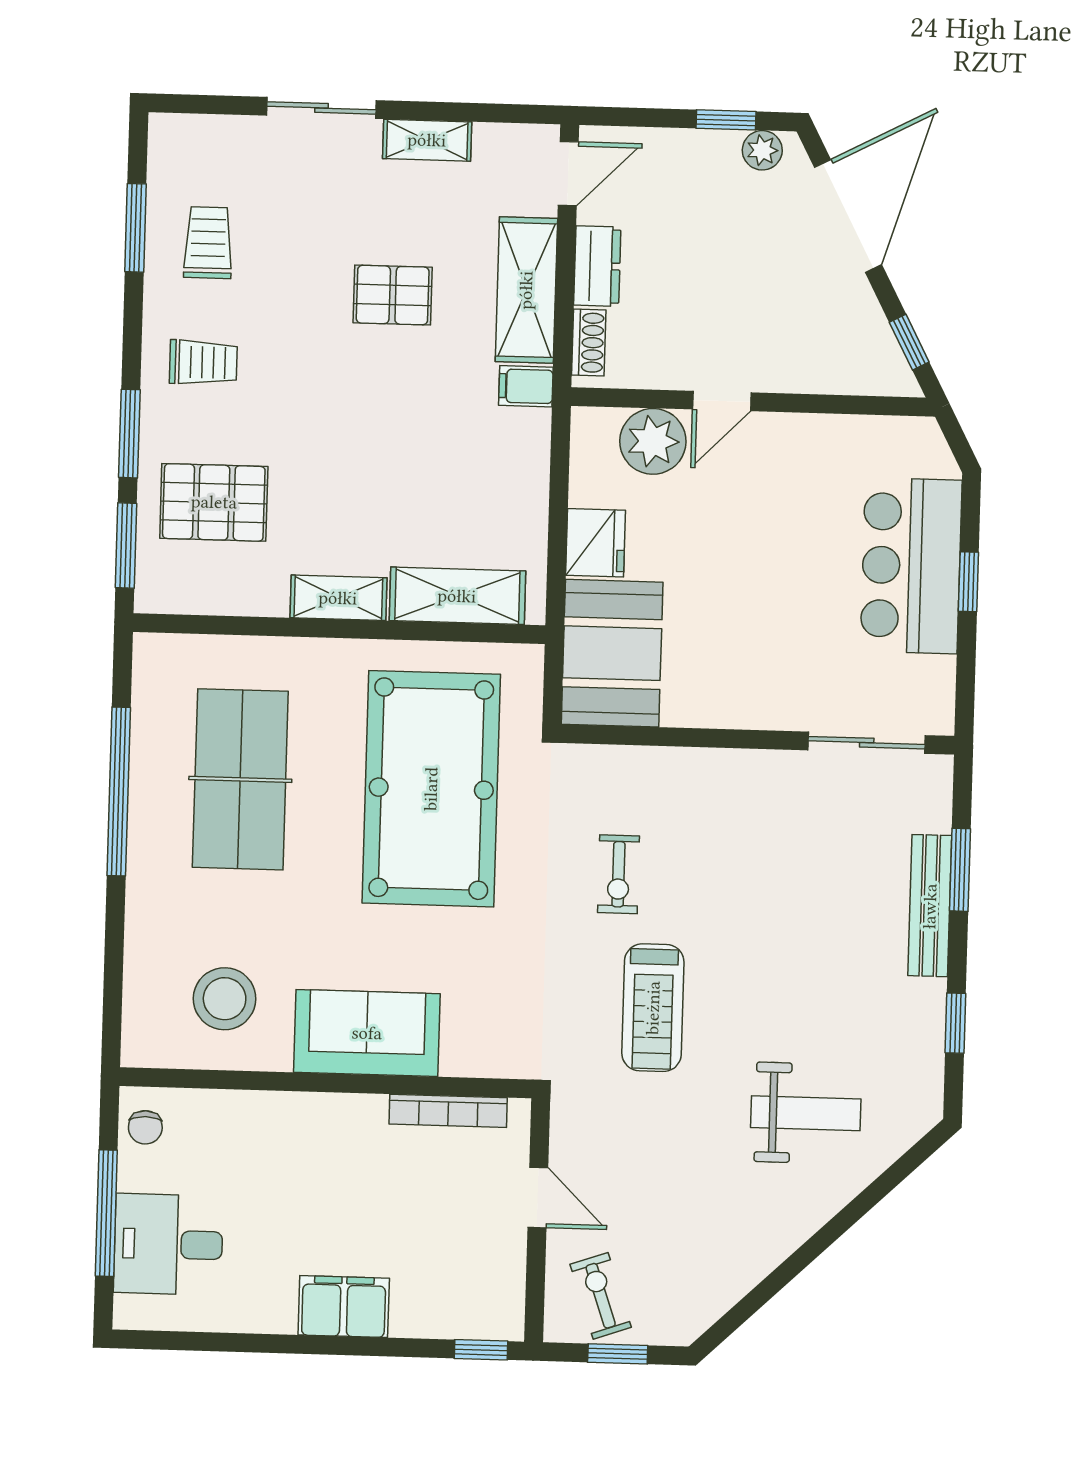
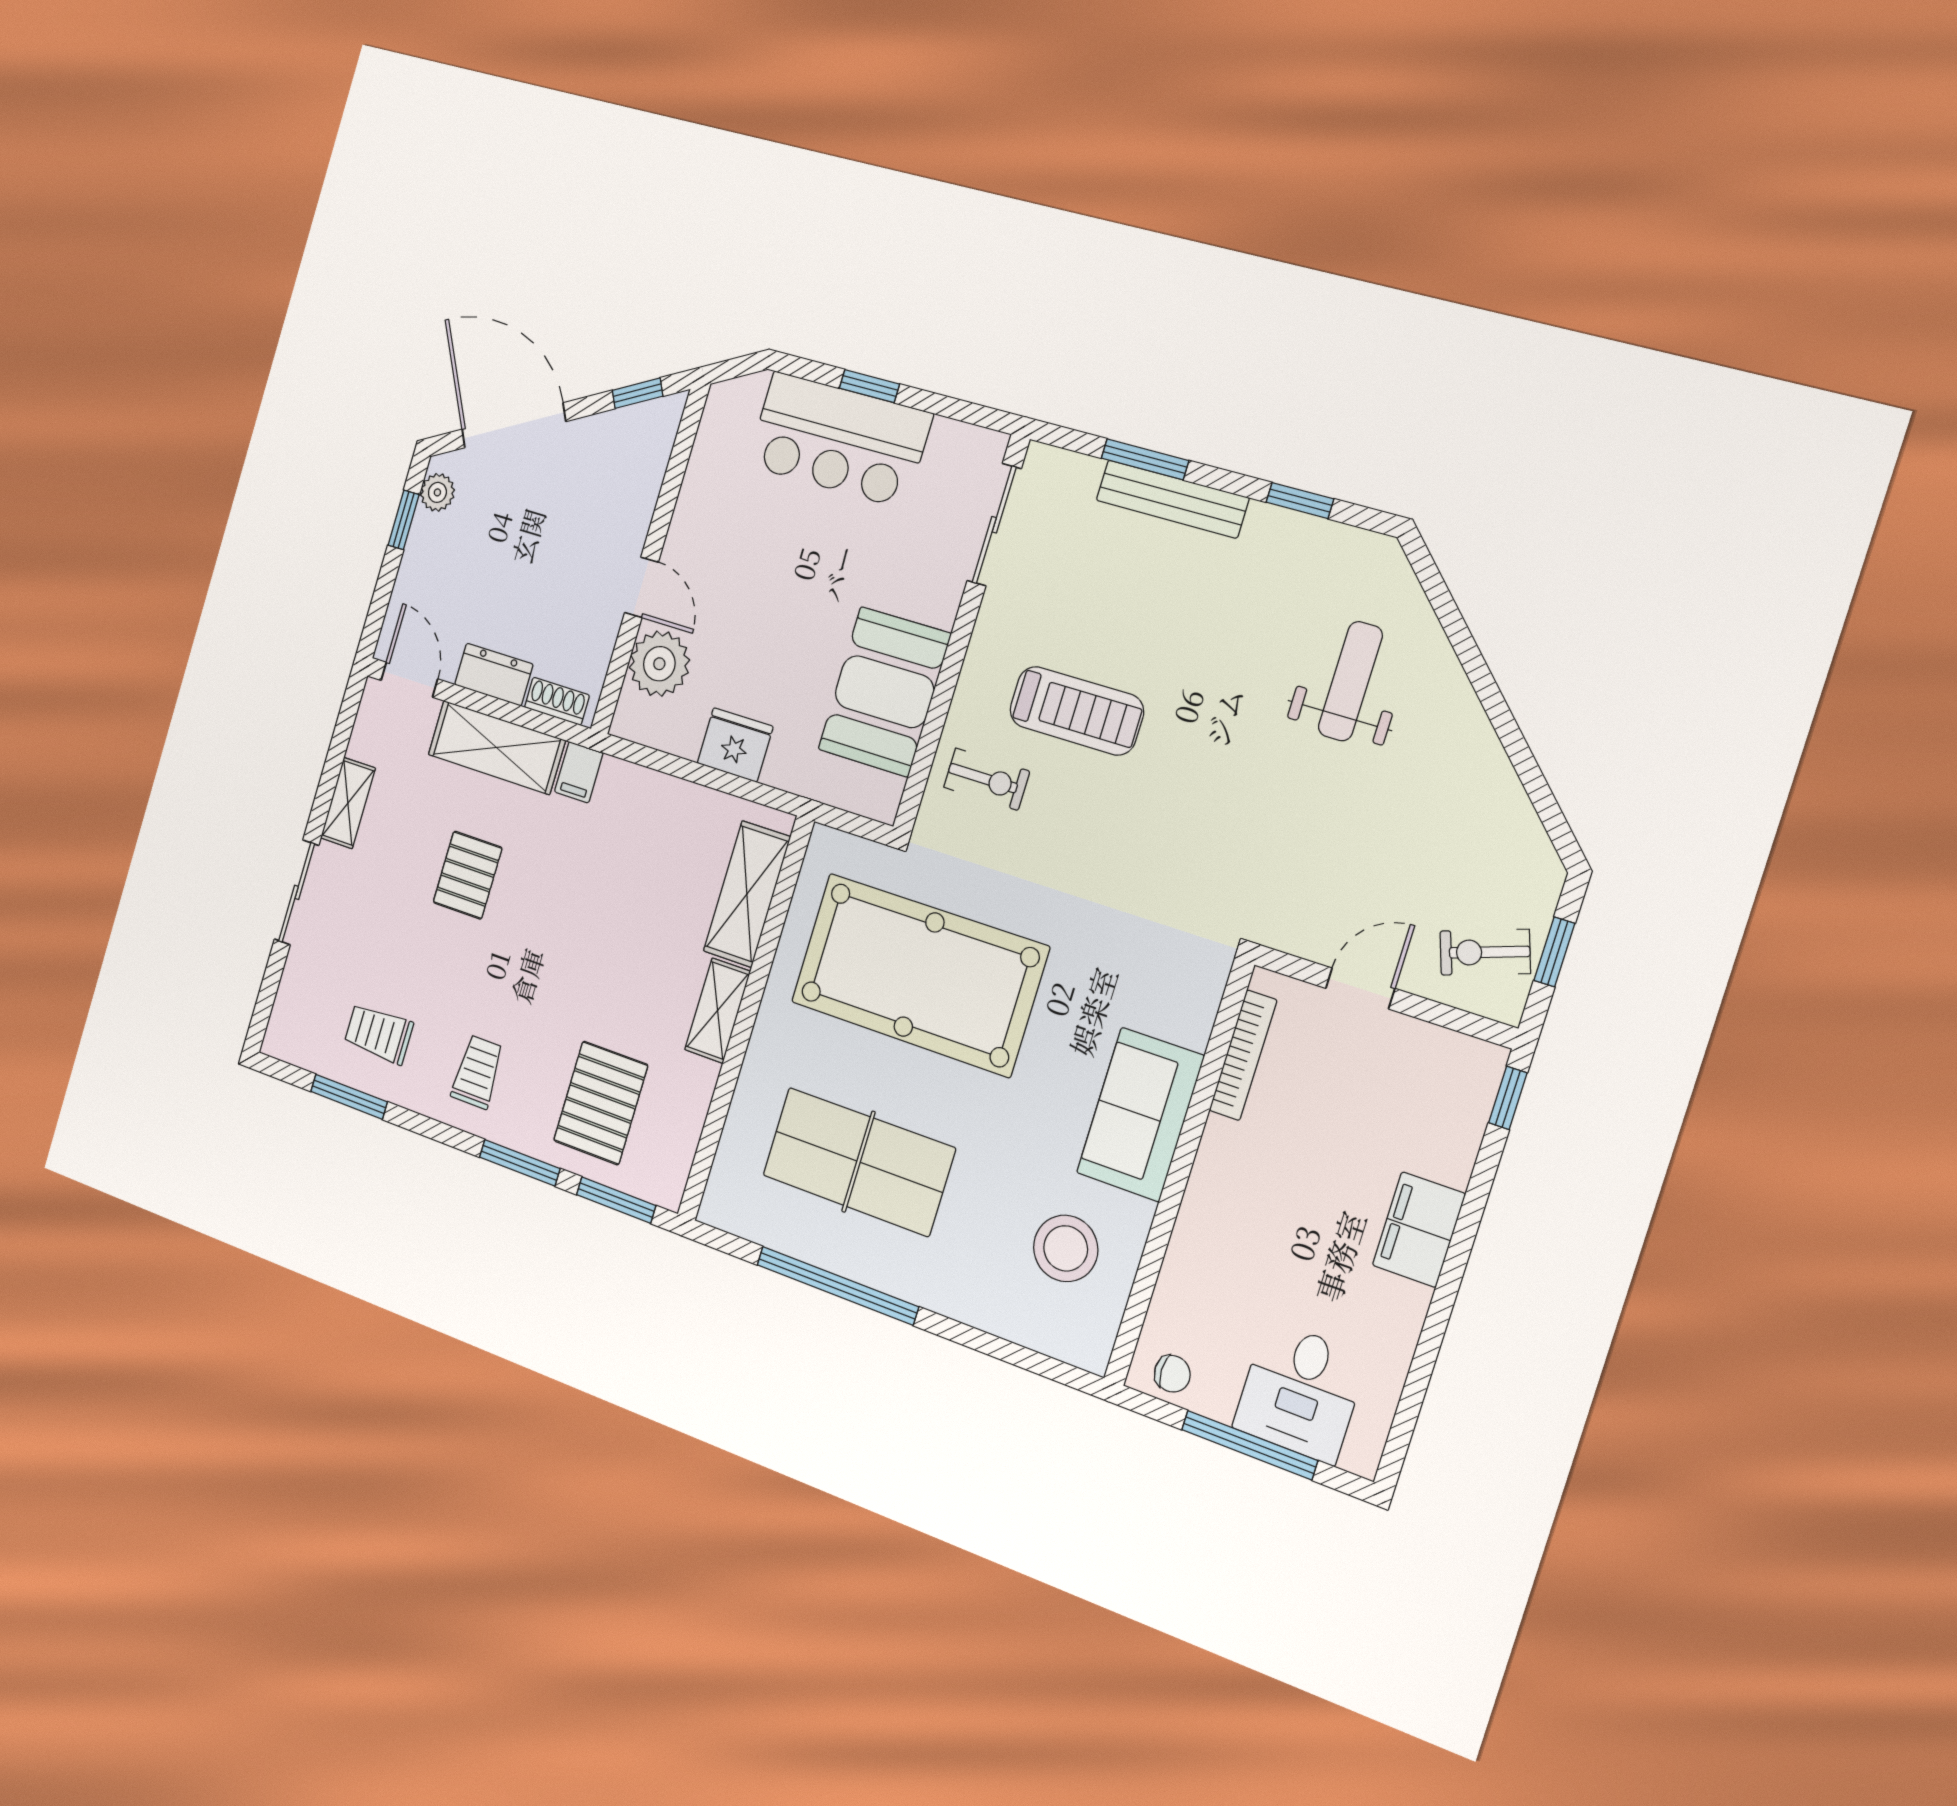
booth: (612, 653) -> (884, 692), moved, turned 90
exercise bike: (618, 874) -> (987, 779), moved
treadmill: (653, 1008) -> (1076, 711), moved

